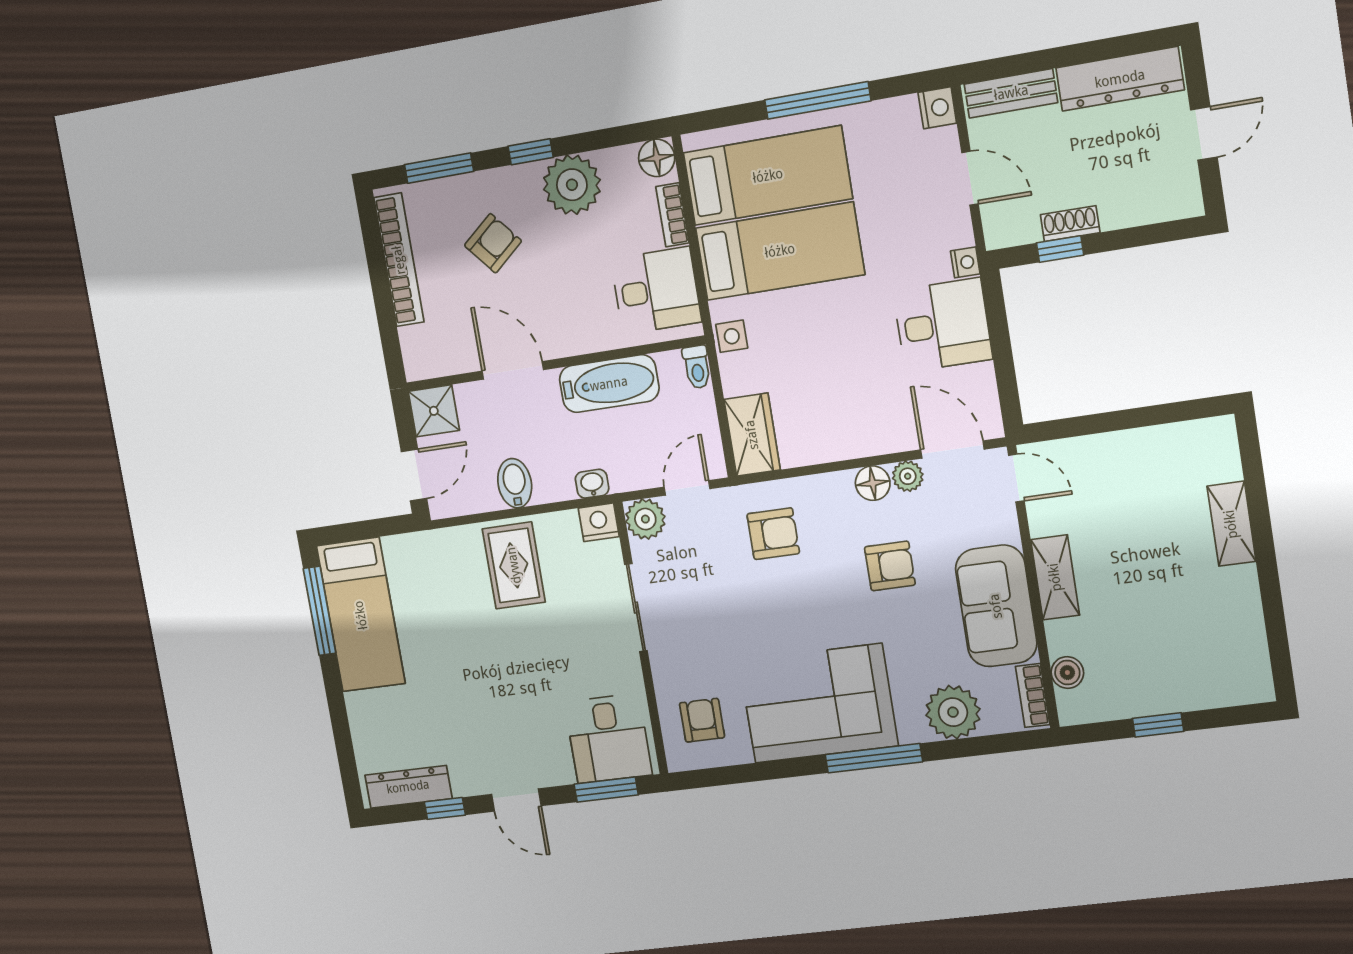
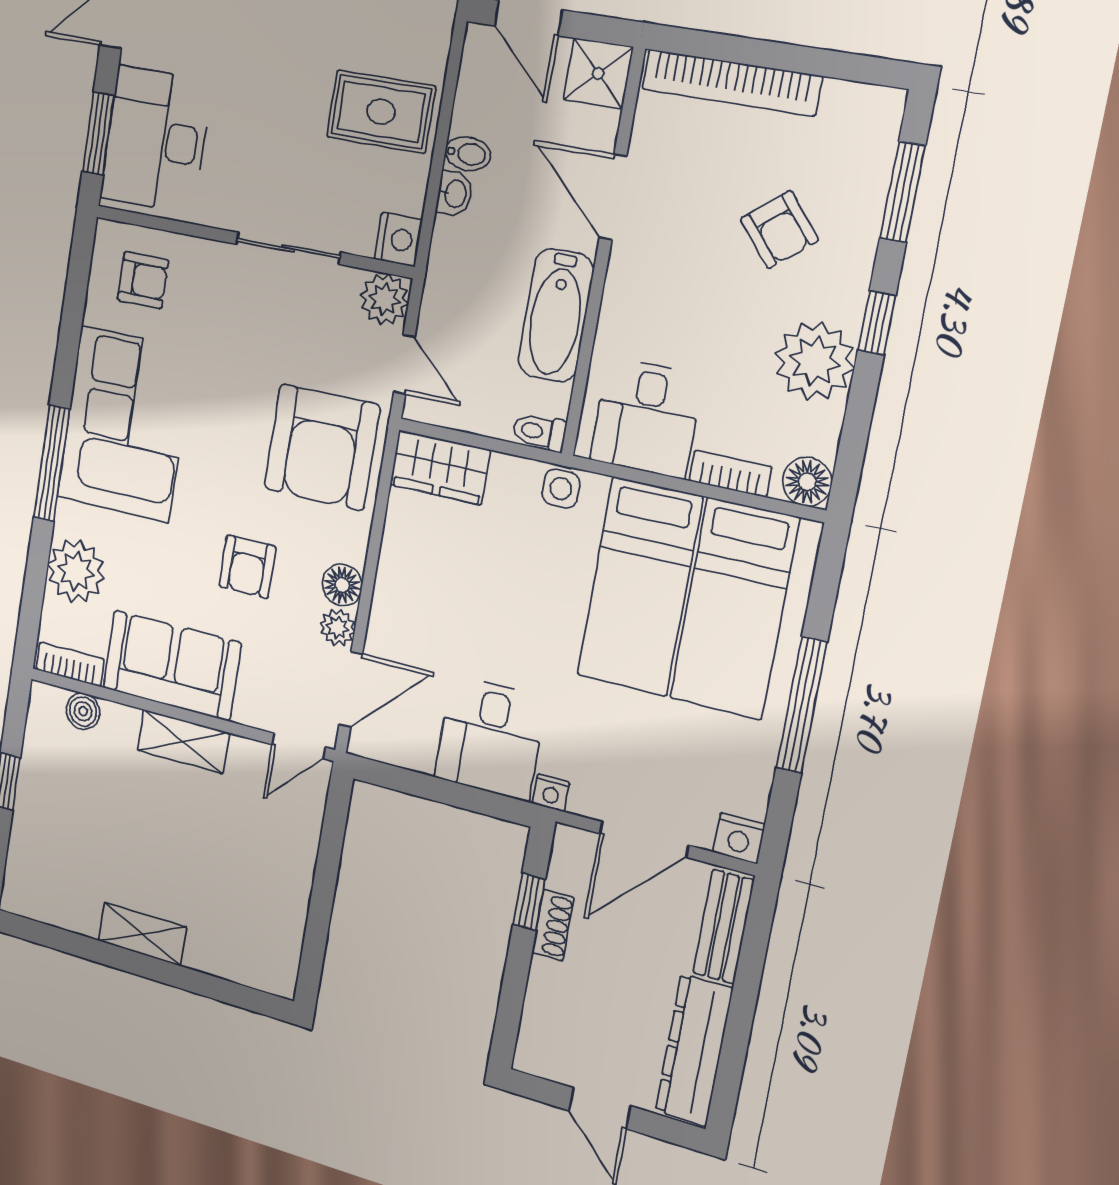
door: (970, 178) -> (644, 839), width x1.38
bookcase: (399, 260) -> (731, 83), moved
door: (513, 370) -> (613, 197), swing flipped
bidet: (515, 483) -> (468, 154), width x0.72, depth x0.74
washbasin: (592, 484) -> (455, 194), moved
shelving: (1231, 524) -> (142, 934), moved
armchair: (773, 534) -> (322, 447), width x1.88, depth x1.88
desk: (608, 738) -> (156, 140), width x1.37

